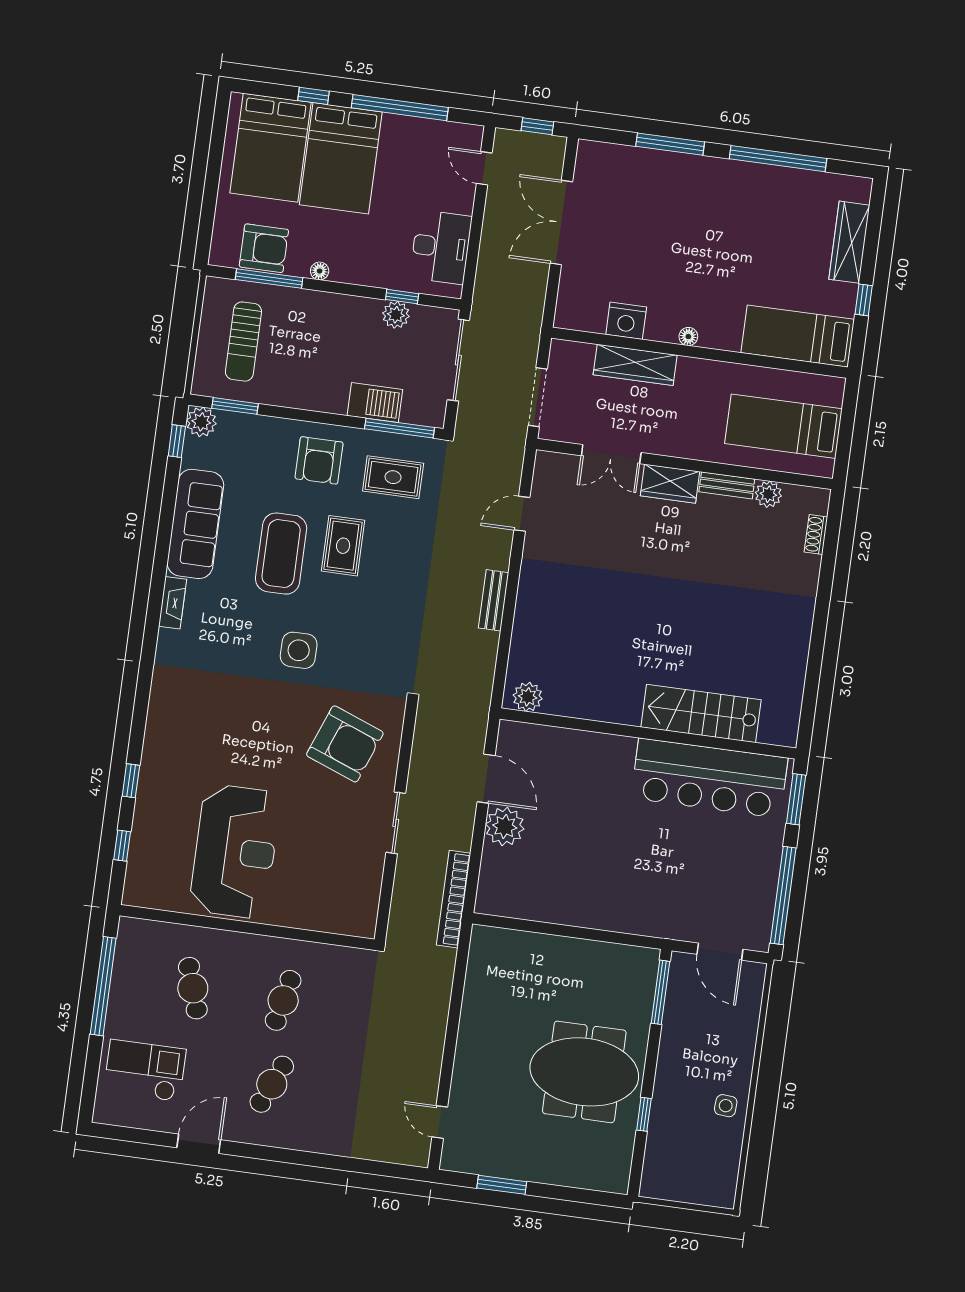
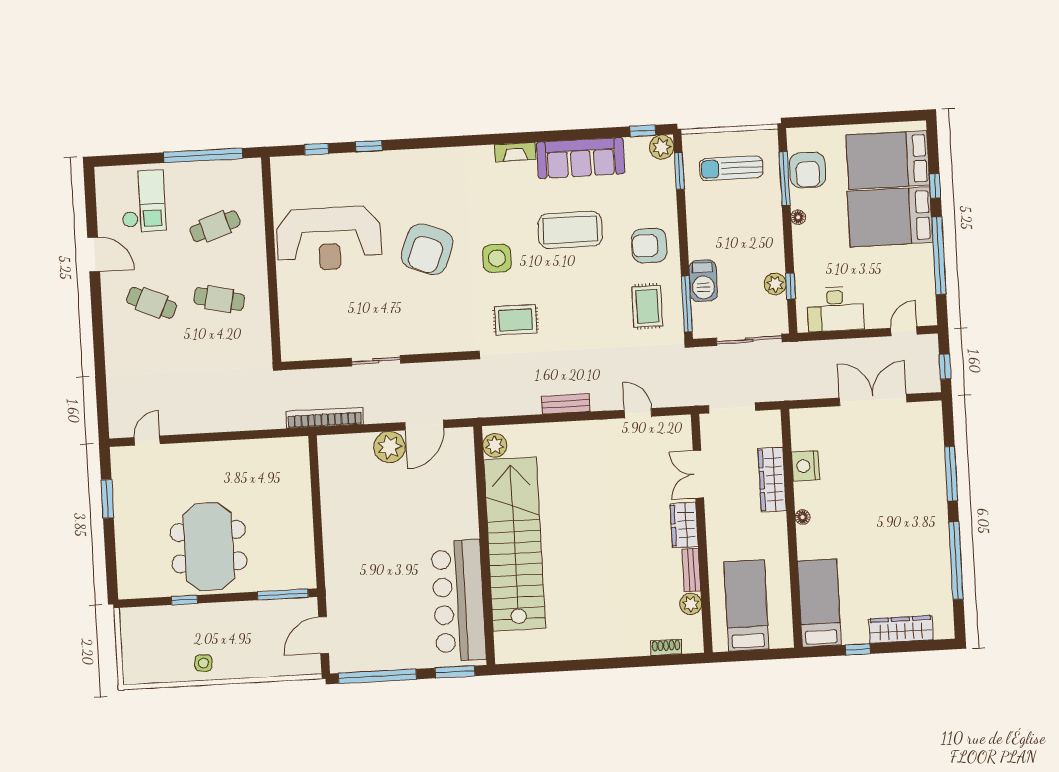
rug: (343, 546) -> (516, 320), moved
stairs: (701, 713) -> (515, 544), width x1.86, depth x1.51
armchair: (345, 744) -> (427, 249), moved

